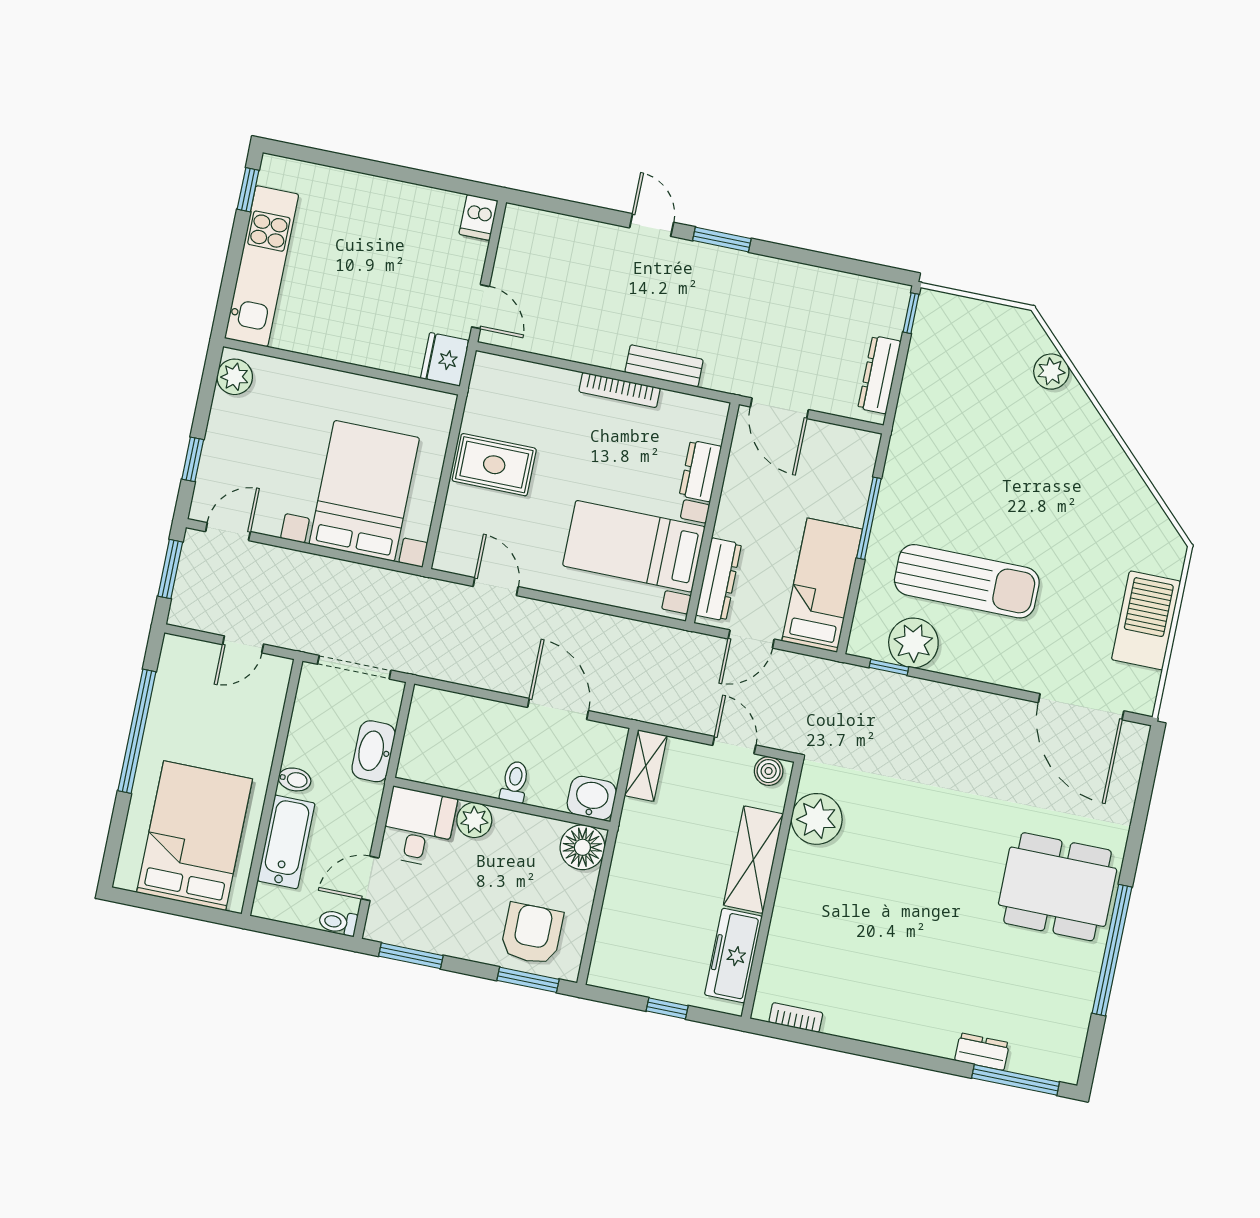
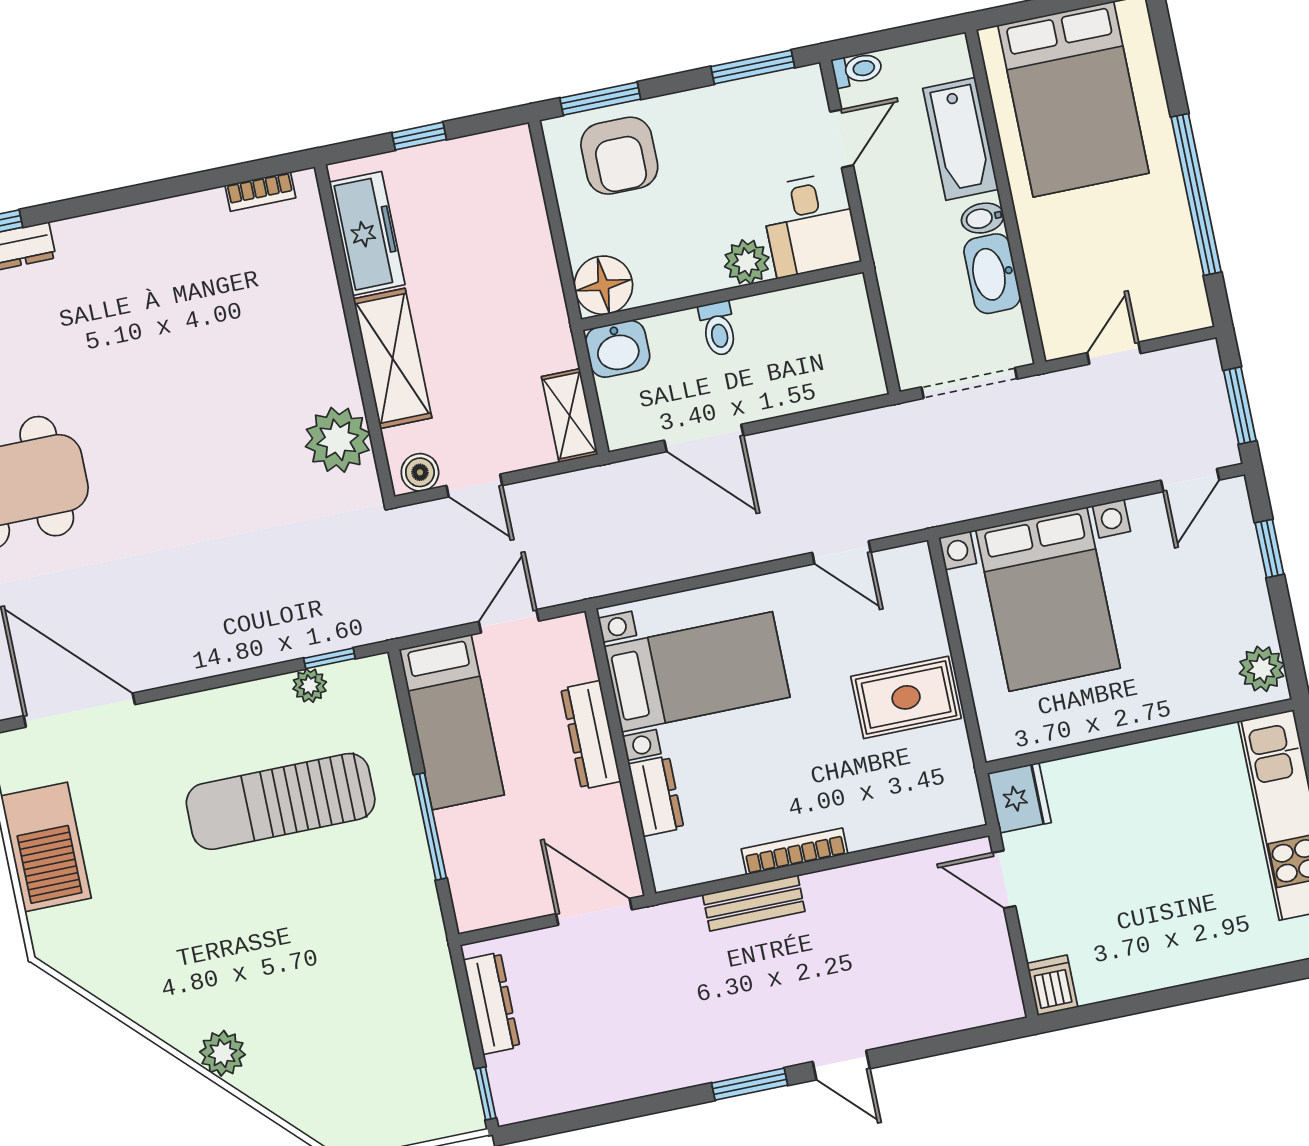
plant: (1051, 372) -> (222, 1053), moved
dresser: (719, 579) -> (591, 735), moved
plant: (913, 643) -> (310, 685), width x0.53, depth x0.53
washbasin: (374, 751) -> (992, 274), moved, turned 180

